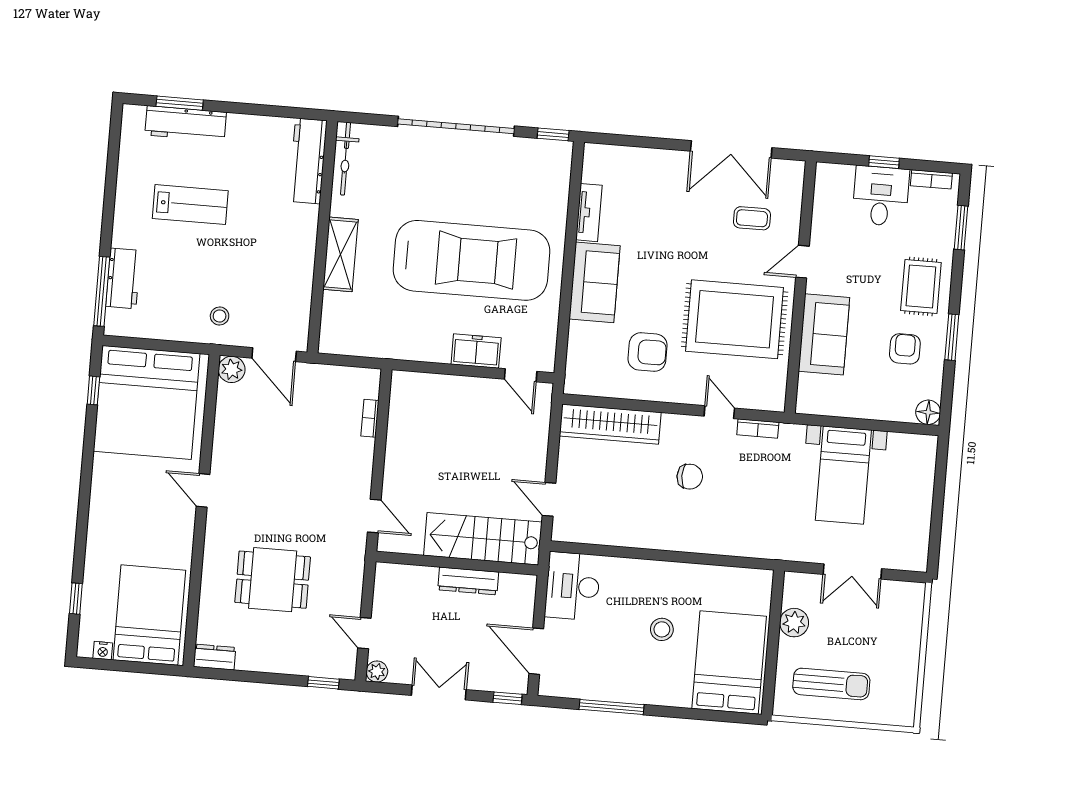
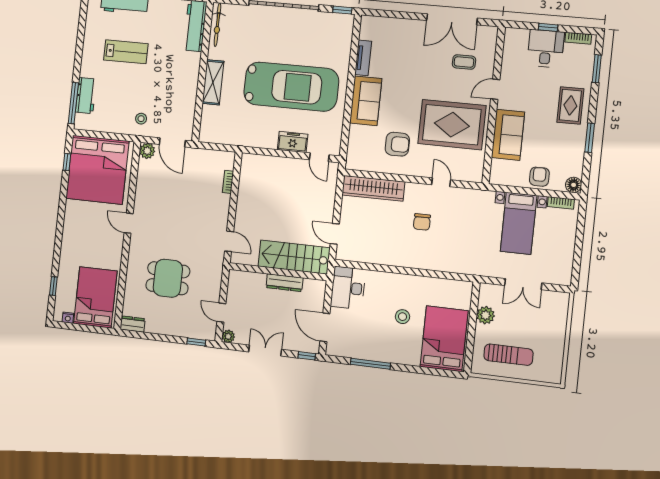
armchair: (905, 349) -> (539, 177), moved
bookcase: (758, 429) -> (561, 203), moved
chair: (690, 477) -> (422, 222), turned 90

